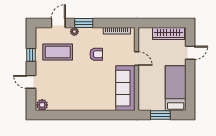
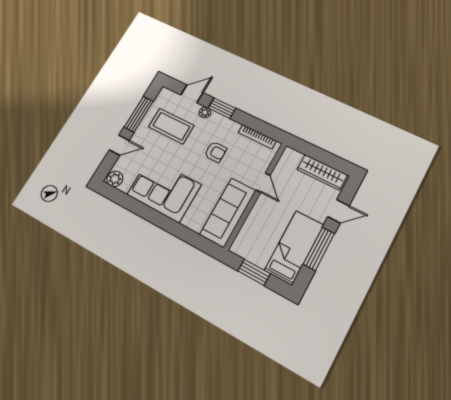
window: (31, 55) -> (139, 114), width x2.17
window: (190, 81) -> (319, 249), added
door: (31, 82) -> (119, 145), swing flipped
corner sofa: (78, 95) -> (164, 190), added

